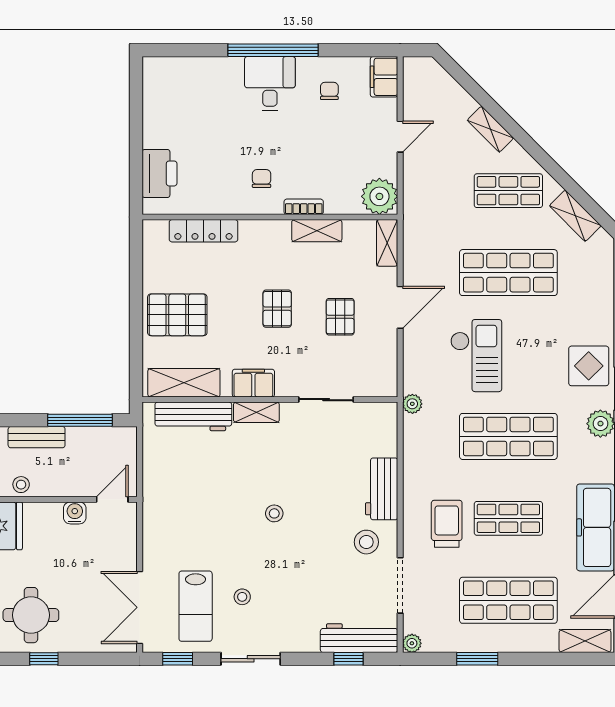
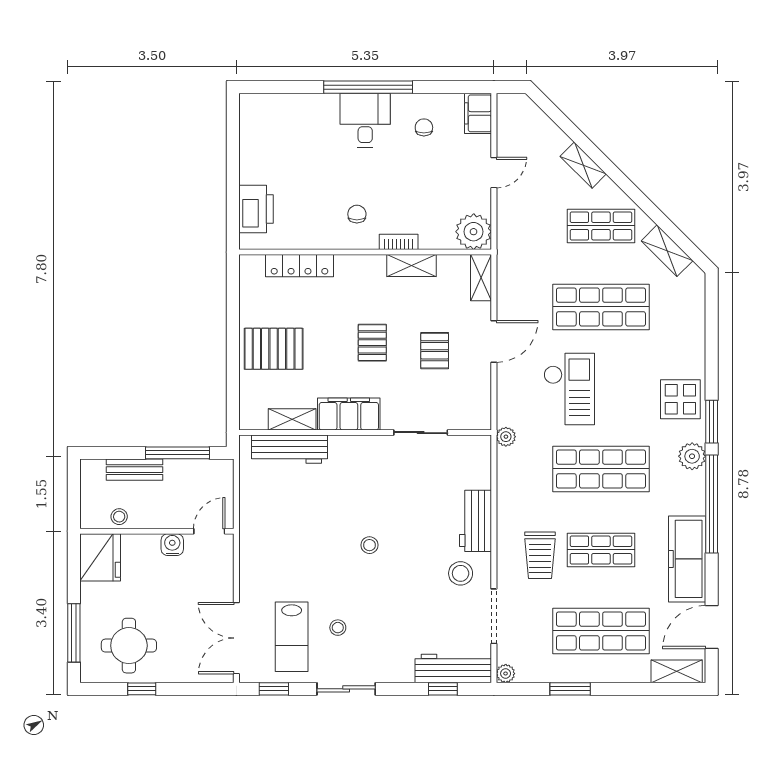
shelving: (184, 383) -> (292, 419), width x0.67, depth x0.75
filing cabinet: (253, 383) -> (349, 414), width x1.50, depth x1.17
shelving: (256, 412) -> (352, 445), removed
trolley: (447, 524) -> (540, 555), turned 180

